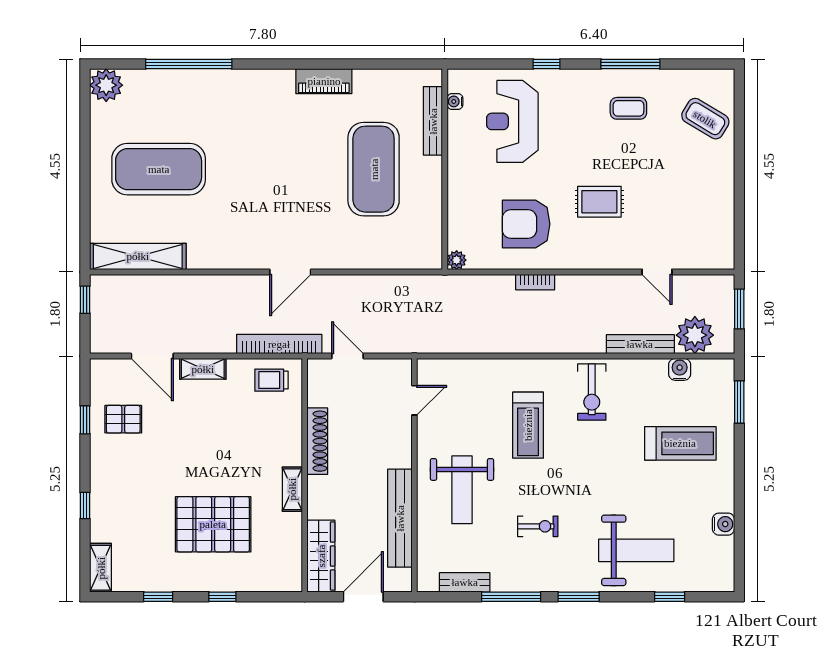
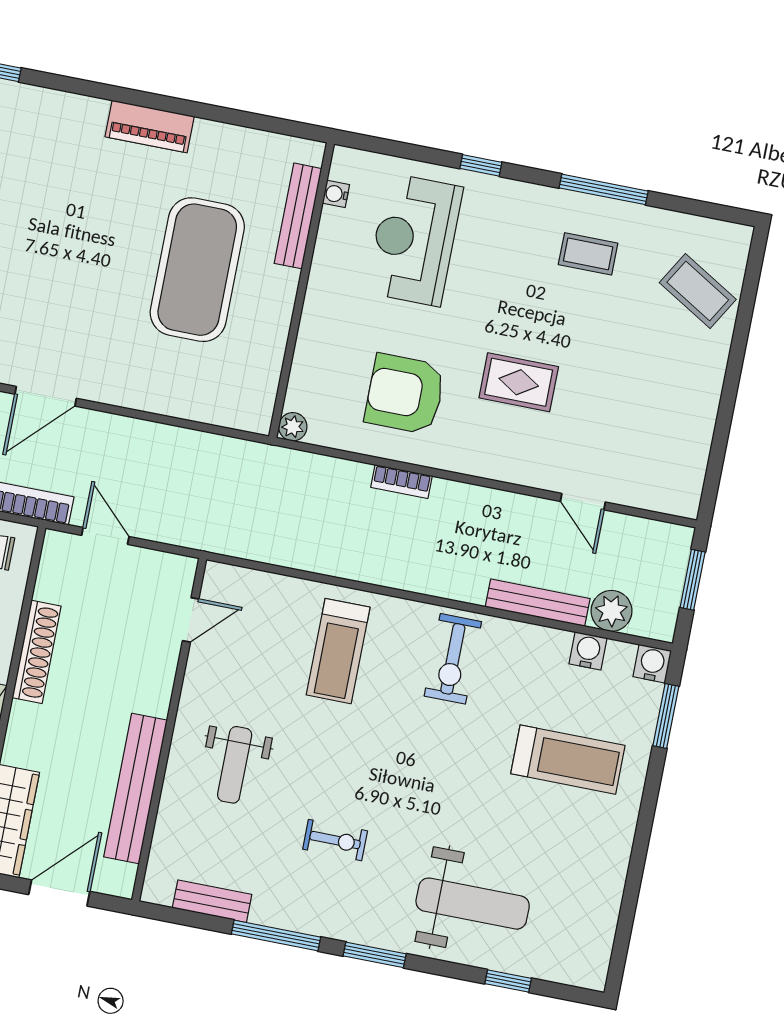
plant: (695, 335) -> (611, 611), width x0.73, depth x0.73
treadmill: (528, 425) -> (338, 651), moved
weight bench: (462, 490) -> (235, 765), width x0.73, depth x0.75
water cooler: (723, 524) -> (652, 664), moved, turned -90

